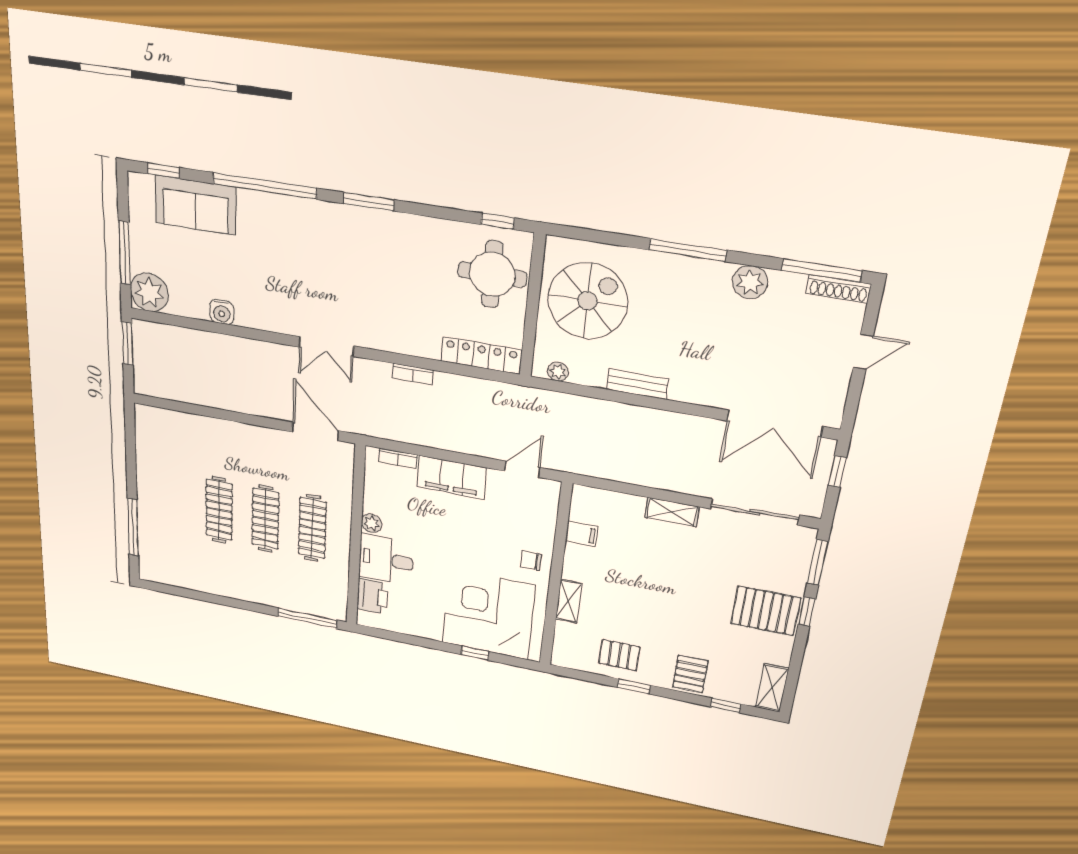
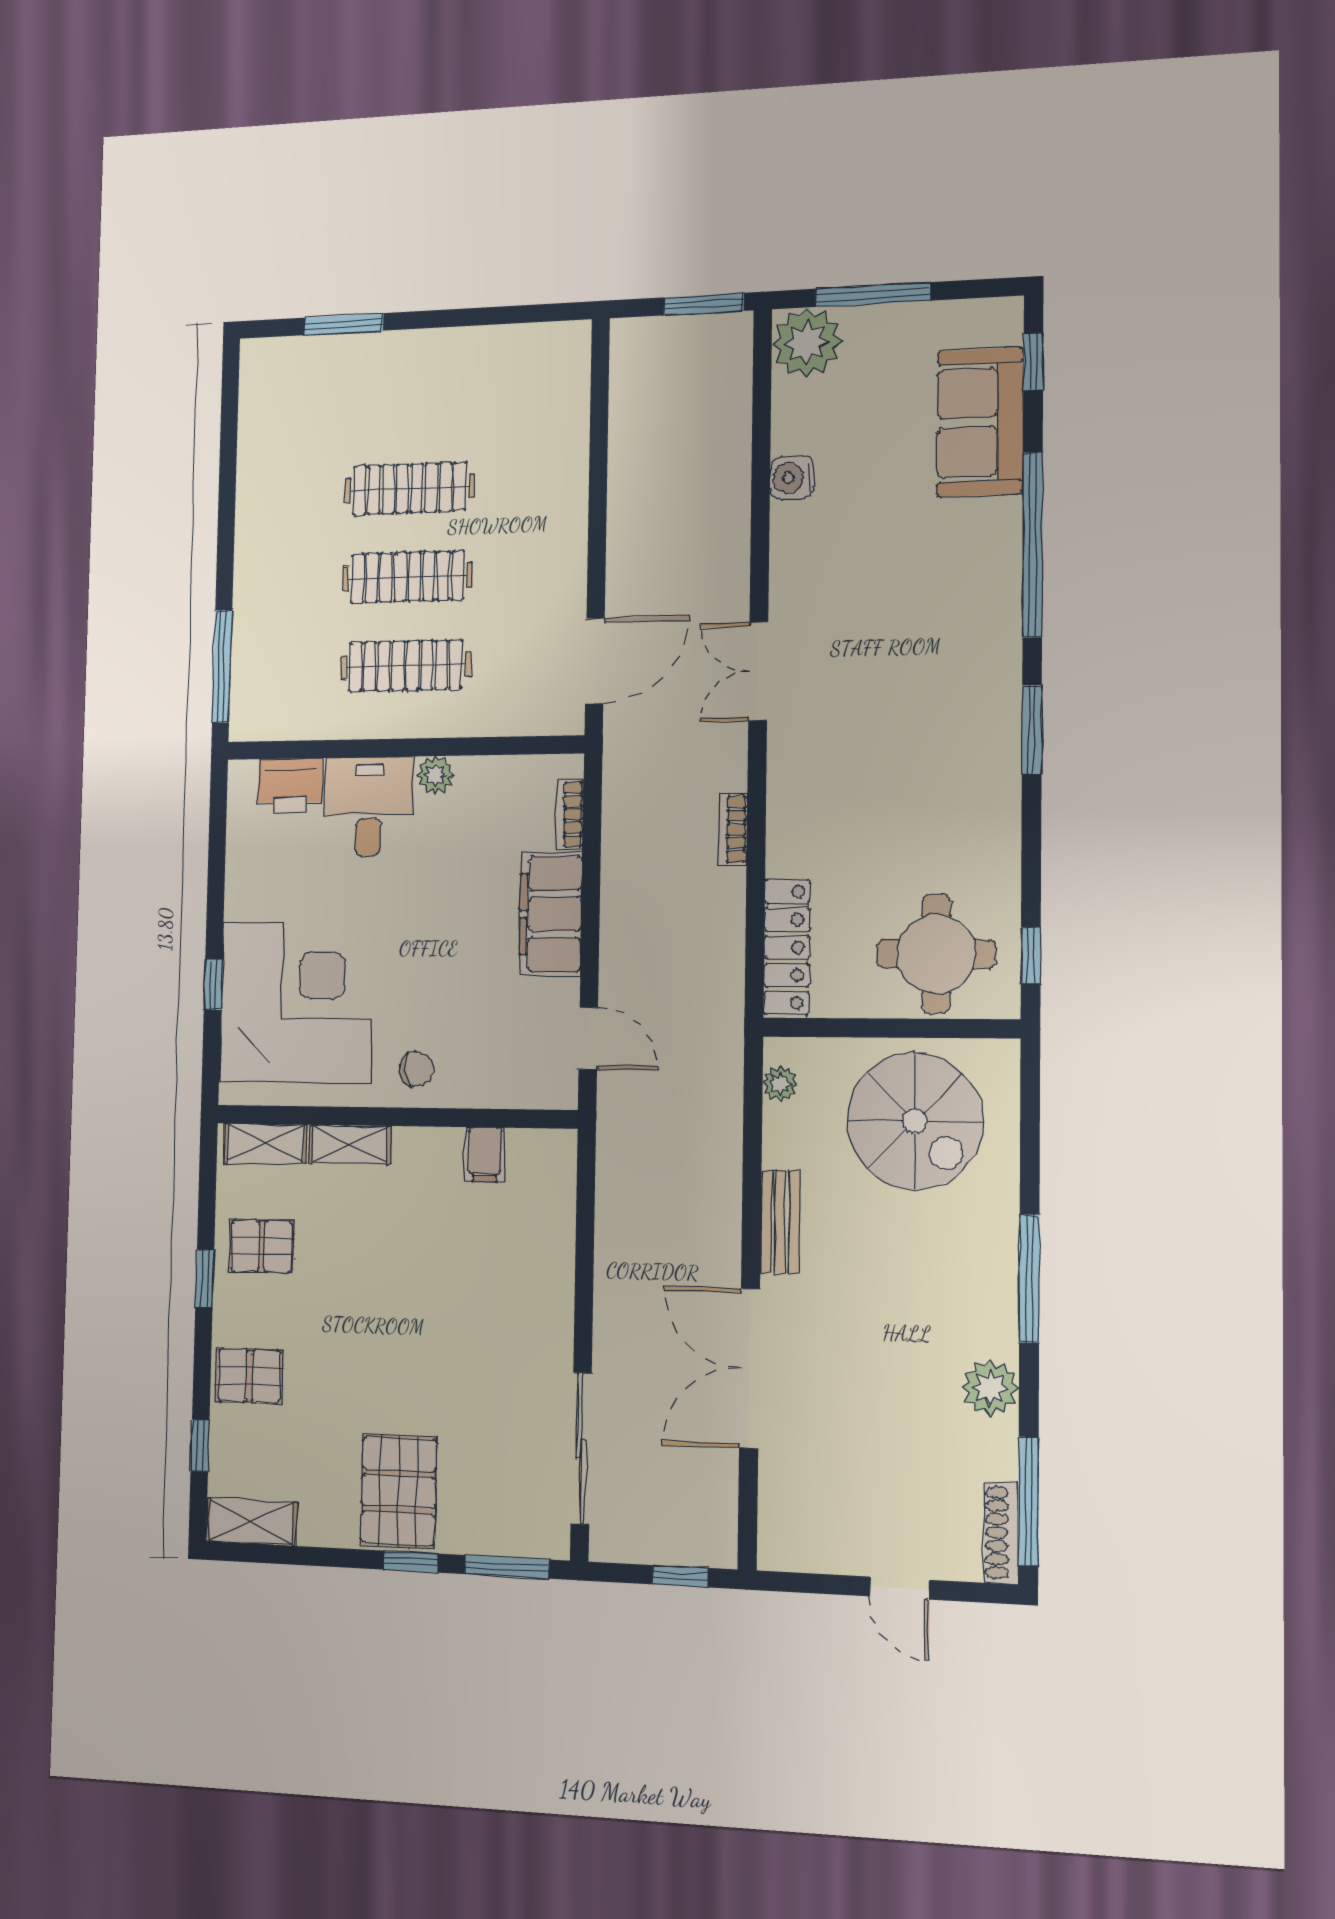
double door: (775, 424) -> (750, 1368), moved
shelving: (672, 512) -> (265, 1143), moved, turned 90
window: (133, 527) -> (344, 324), width x0.69
chair: (531, 561) -> (416, 1069), turned 83
pallet: (619, 655) -> (262, 1246), turned 90

